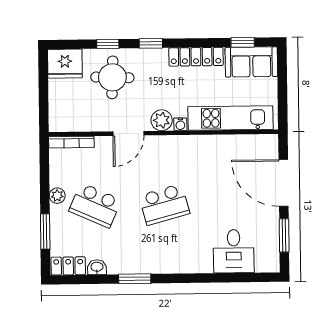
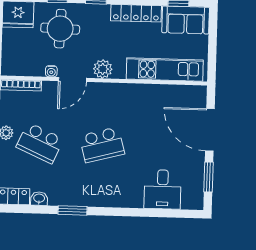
water cooler: (180, 124) -> (51, 71), moved

